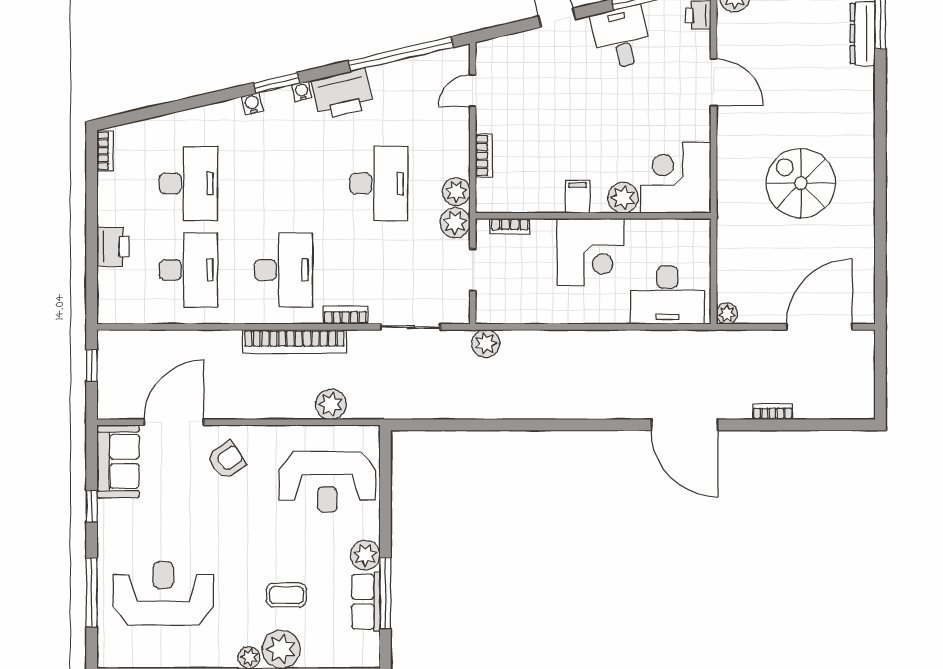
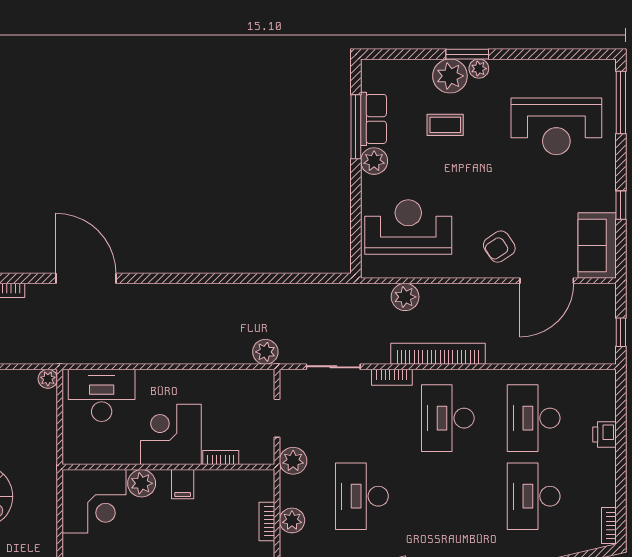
plant: (456, 192) -> (292, 520), moved
bookcase: (510, 226) -> (221, 458), moved
printer: (113, 247) -> (604, 435), width x0.73, depth x0.81
window: (92, 592) -> (621, 103), moved

